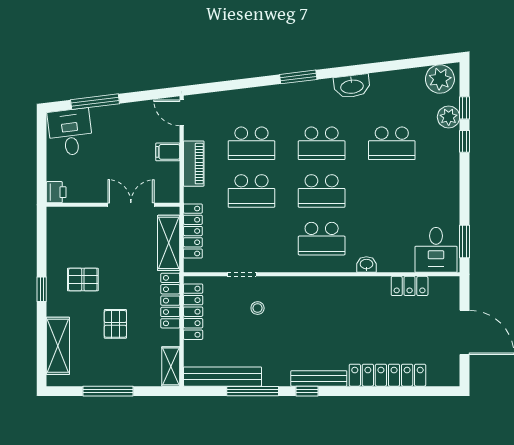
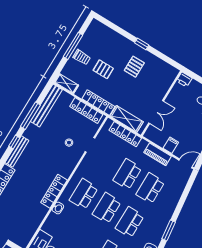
locker: (410, 286) -> (54, 191), moved, width x1.53
shelving: (58, 346) -> (110, 35), removed
trolley: (117, 368) -> (82, 57), added

